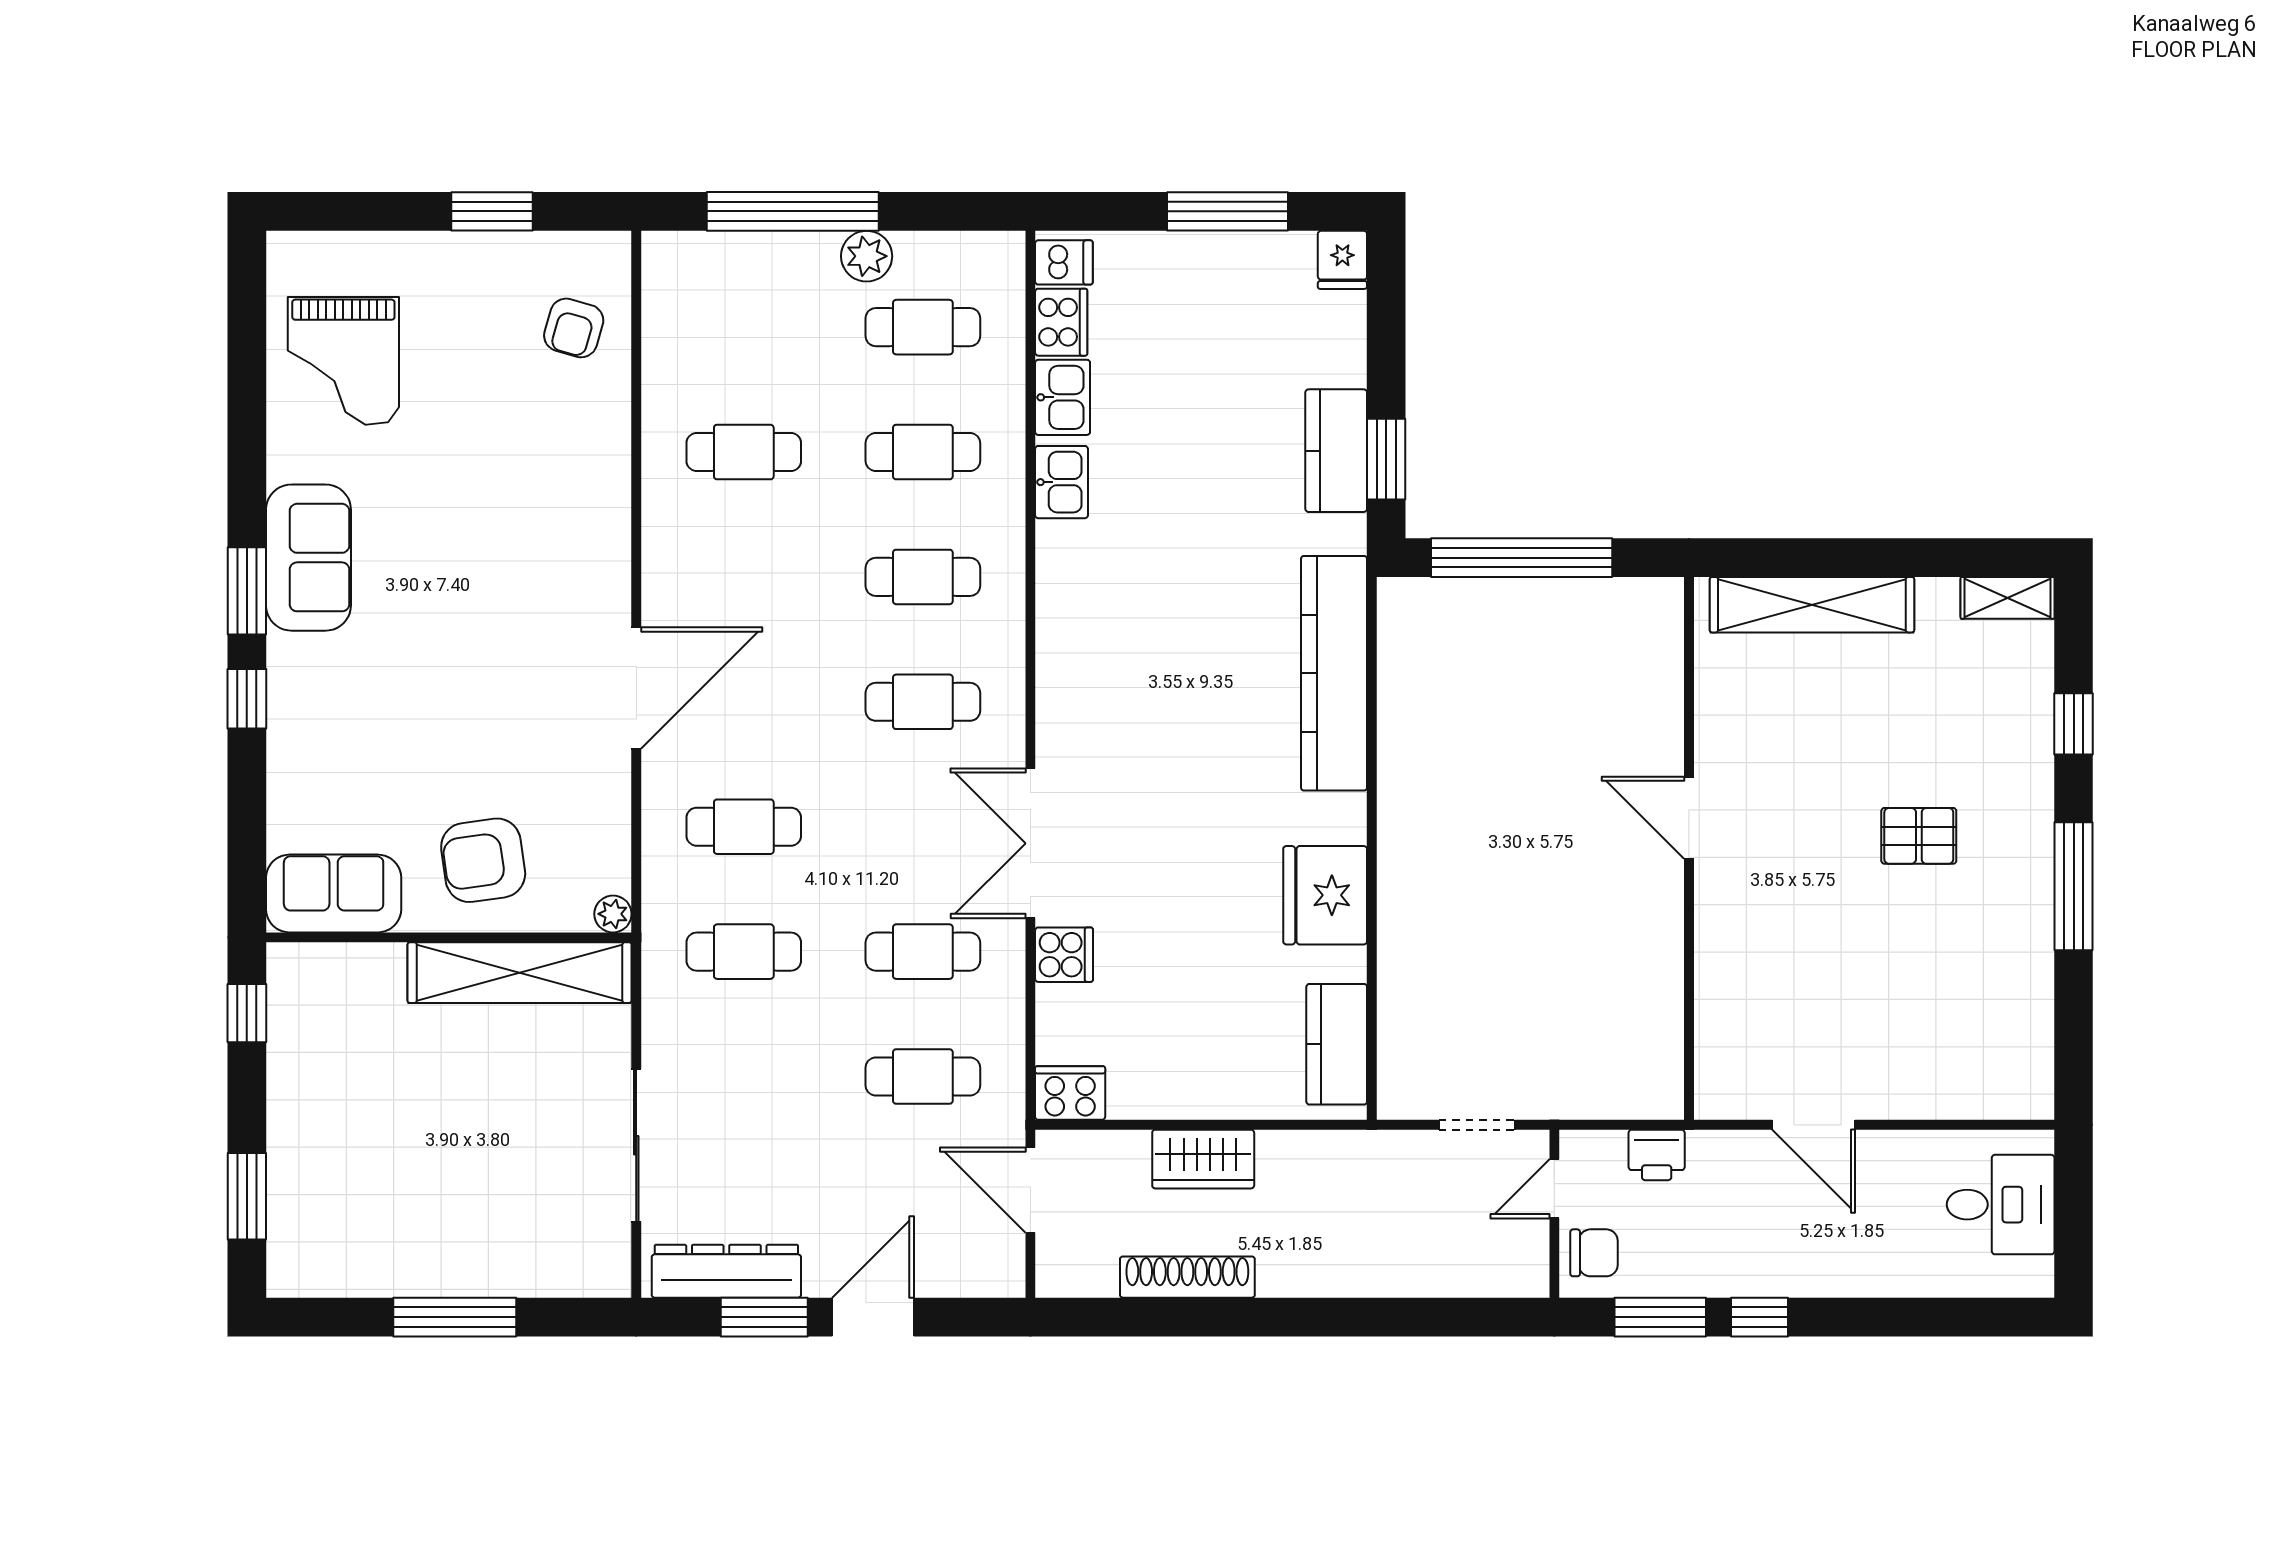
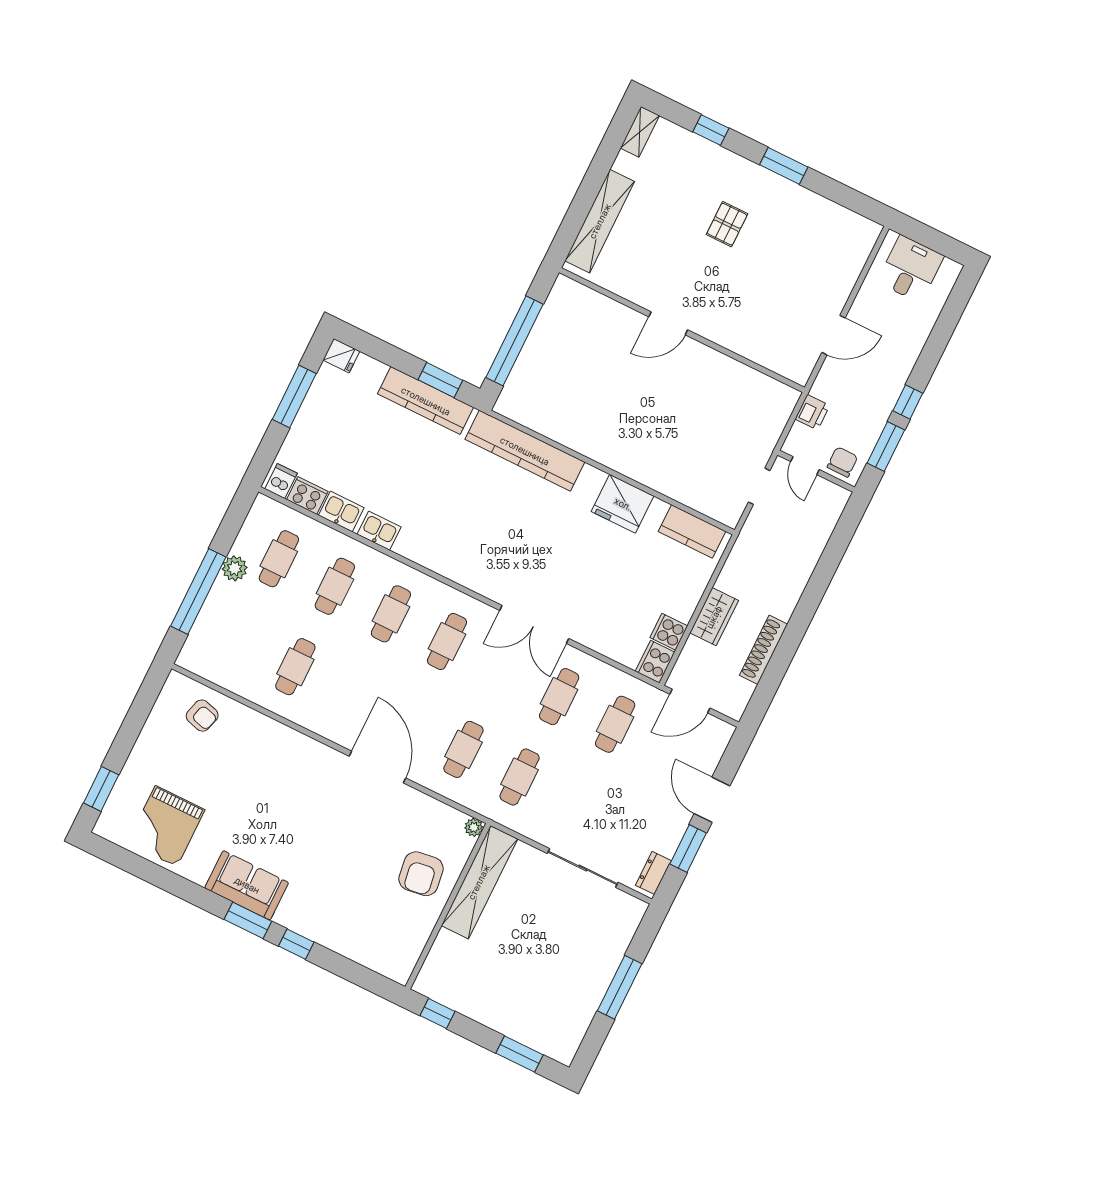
window: (492, 211) -> (101, 789), moved
grand piano: (343, 361) -> (166, 826), turned 90
kitchen counter: (1336, 451) -> (426, 401), width x1.50
window: (2074, 886) -> (784, 166), width x0.69
sofa: (334, 893) -> (403, 948), removed
cooker: (1064, 955) -> (669, 632), moved, turned -90
dresser: (726, 1271) -> (653, 873), width x0.51, depth x0.80

